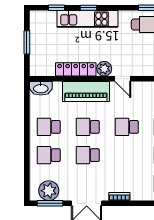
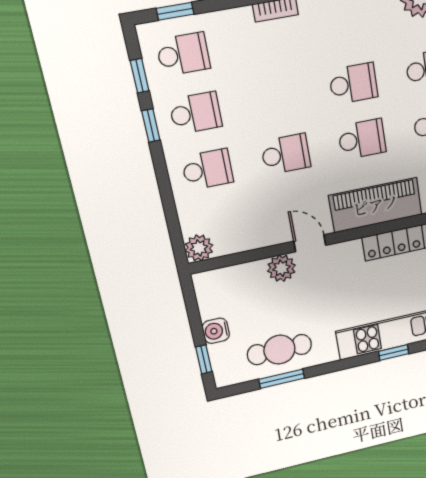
plant: (104, 69) -> (281, 268), moved

